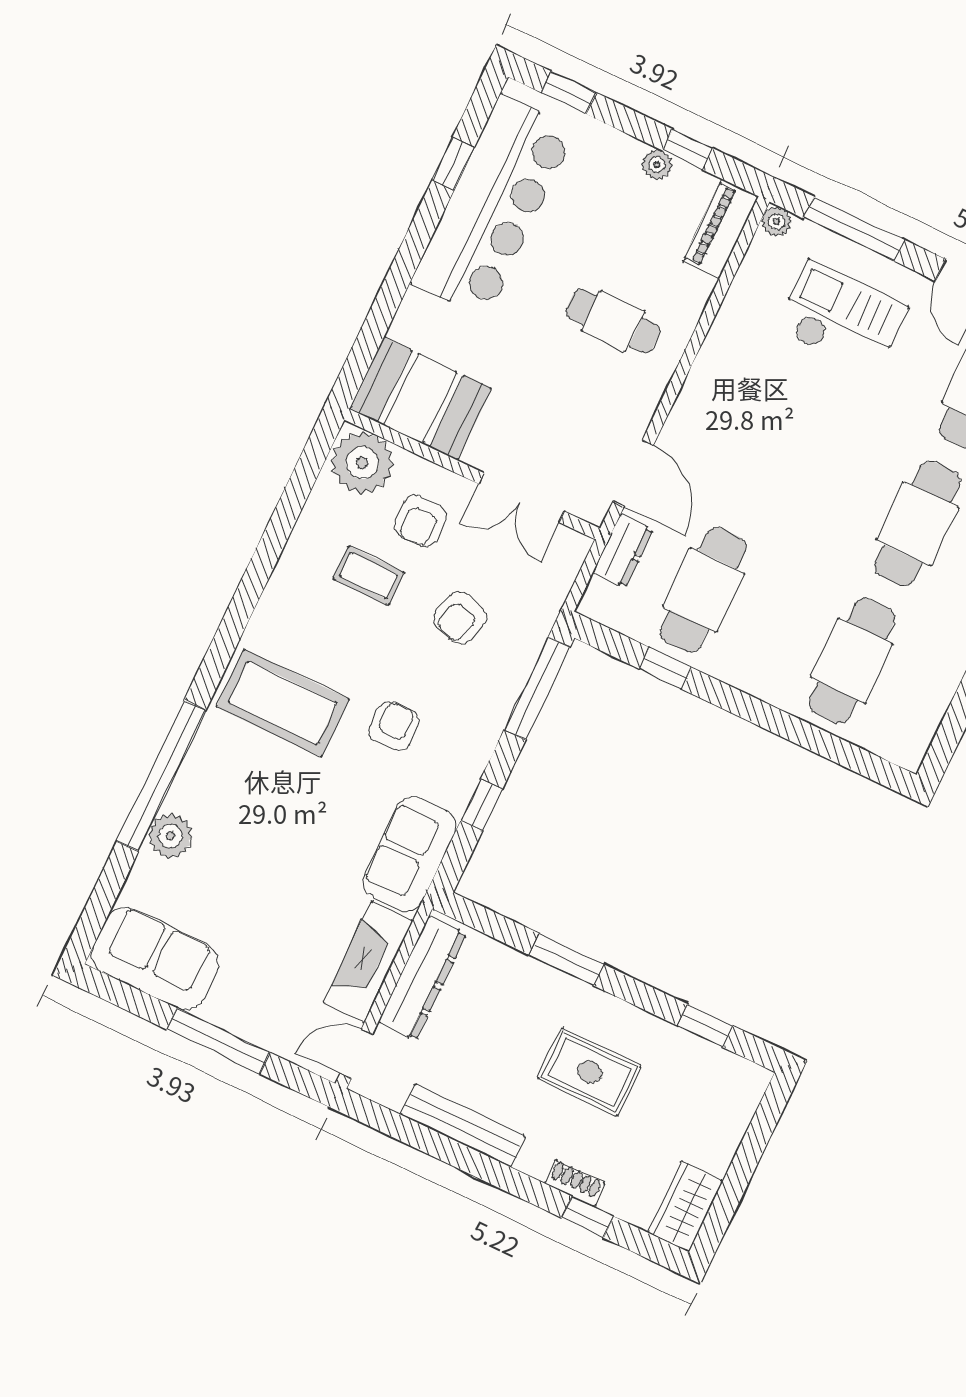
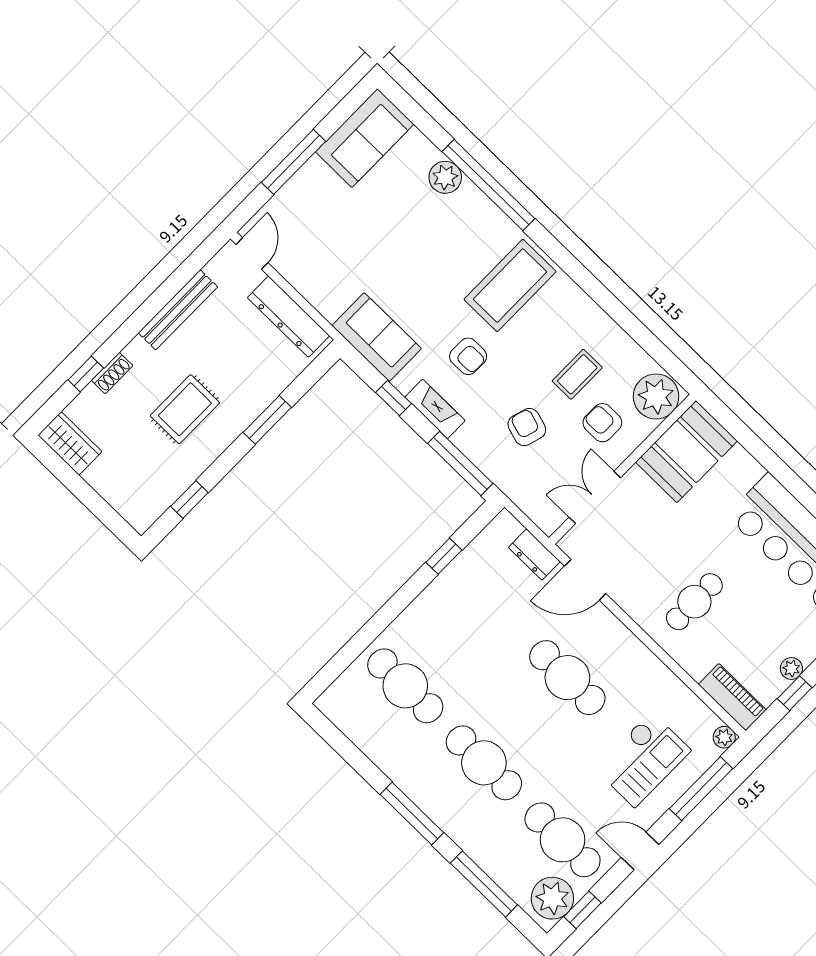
cafe table: (703, 590) -> (567, 678), moved
fireplace: (368, 962) -> (435, 409), moved, width x0.73, depth x0.76

